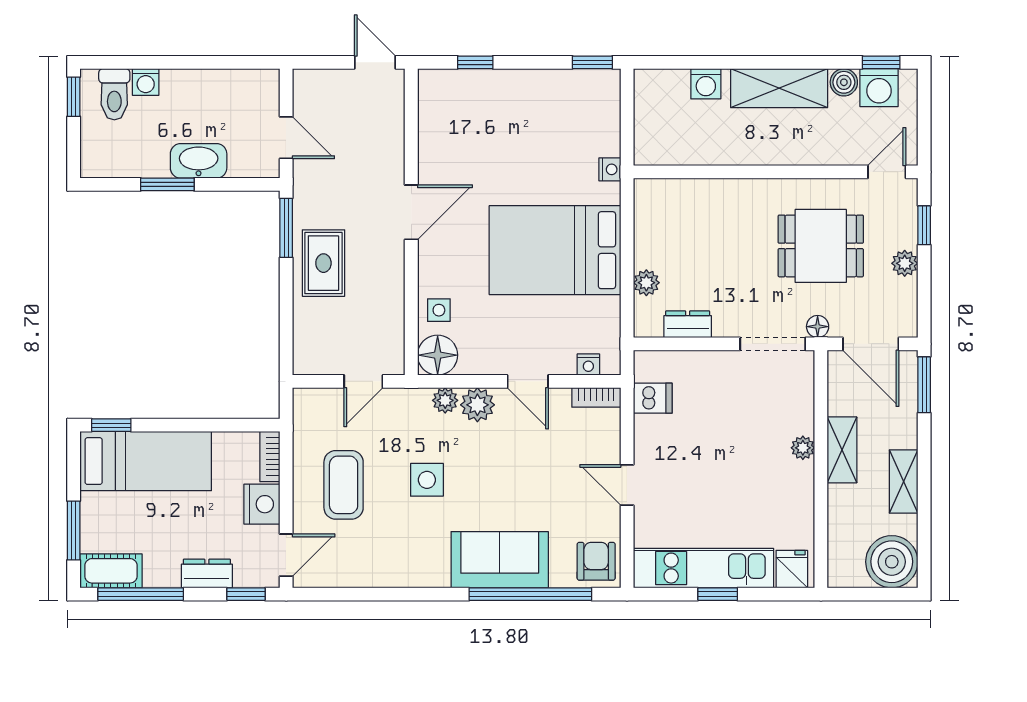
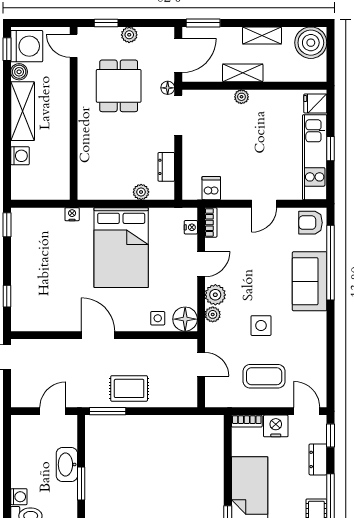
washing machine: (879, 88) -> (27, 46), width x1.37, depth x1.37

